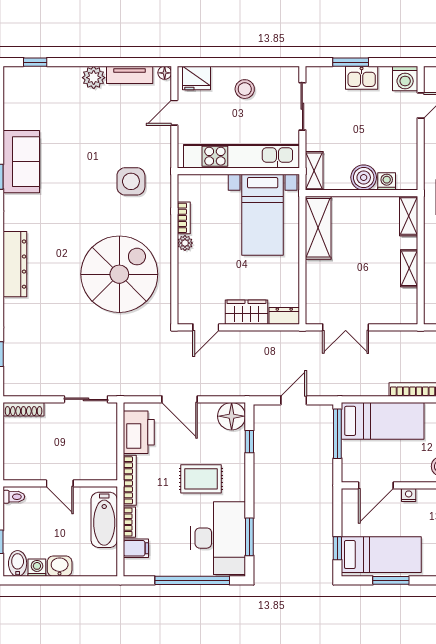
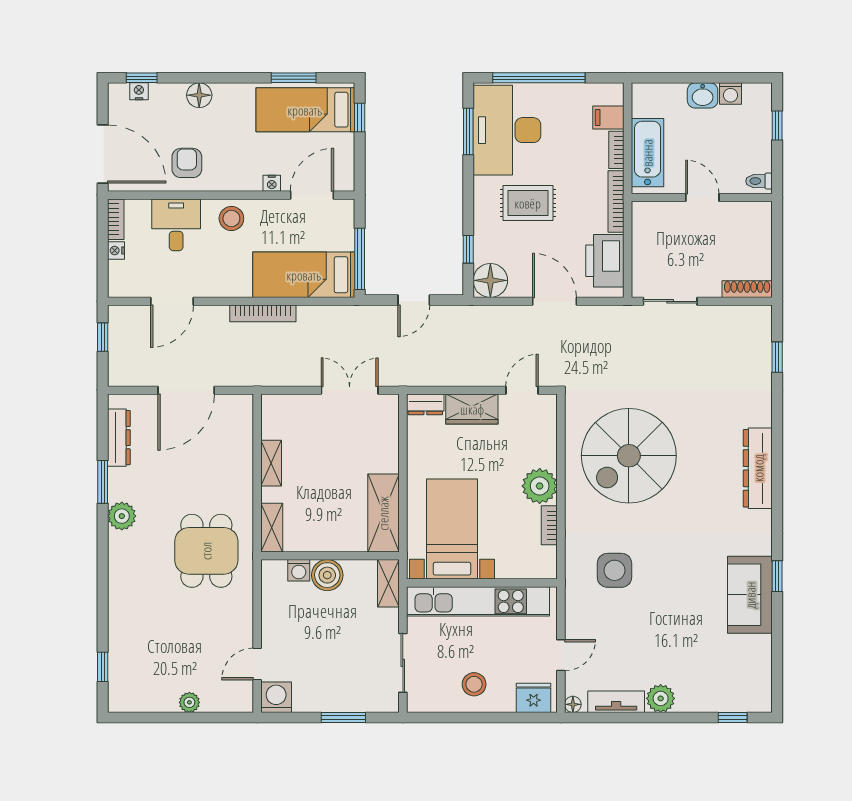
kitchen sink: (362, 78) -> (330, 698), removed
plant: (185, 243) -> (540, 486), width x1.87, depth x1.87
bidet: (18, 563) -> (754, 99), removed

